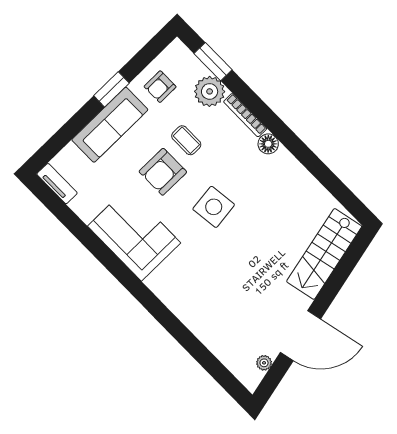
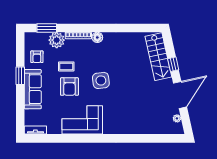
window: (334, 285) -> (173, 64), added

